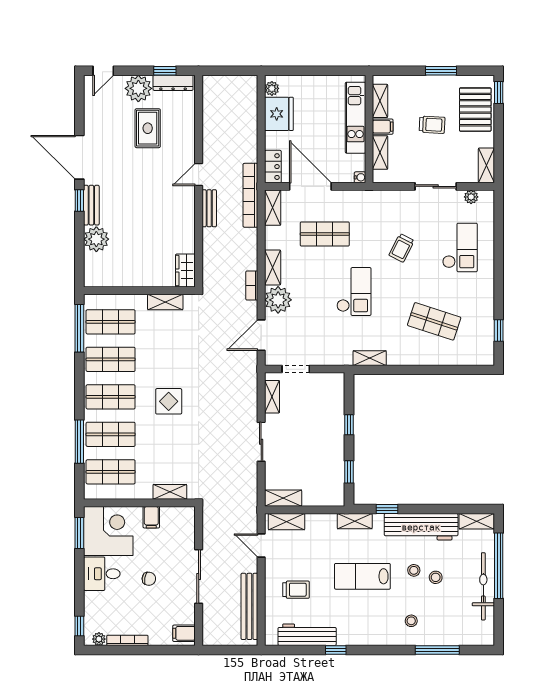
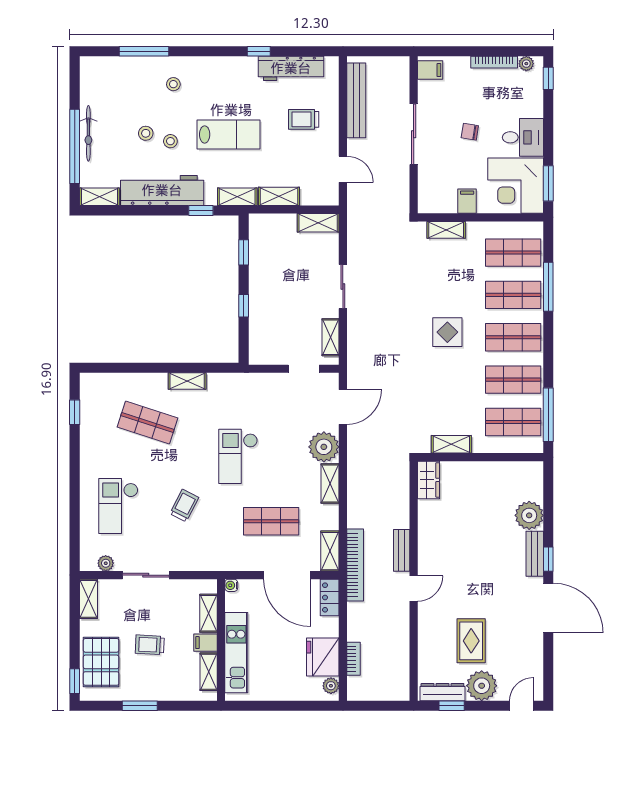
bookcase: (252, 286) -> (353, 659), moved
shelving: (370, 358) -> (187, 381), moved
shelving: (286, 522) -> (279, 196), moved
bicycle: (483, 586) -> (88, 133), width x0.73, depth x0.71

